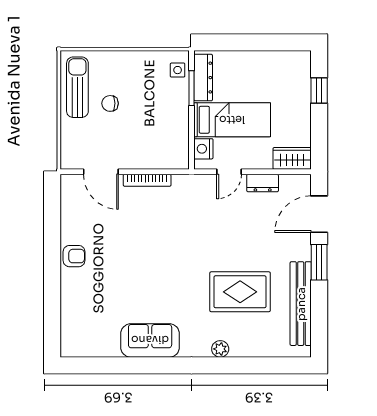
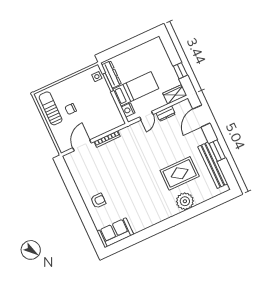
window: (319, 91) -> (180, 71), moved
door: (101, 172) -> (82, 145), swing flipped
armchair: (74, 256) -> (98, 201), moved
window: (319, 262) -> (217, 151), moved
sofa: (150, 340) -> (115, 233), moved
plant: (220, 349) -> (185, 201), width x1.88, depth x1.88

